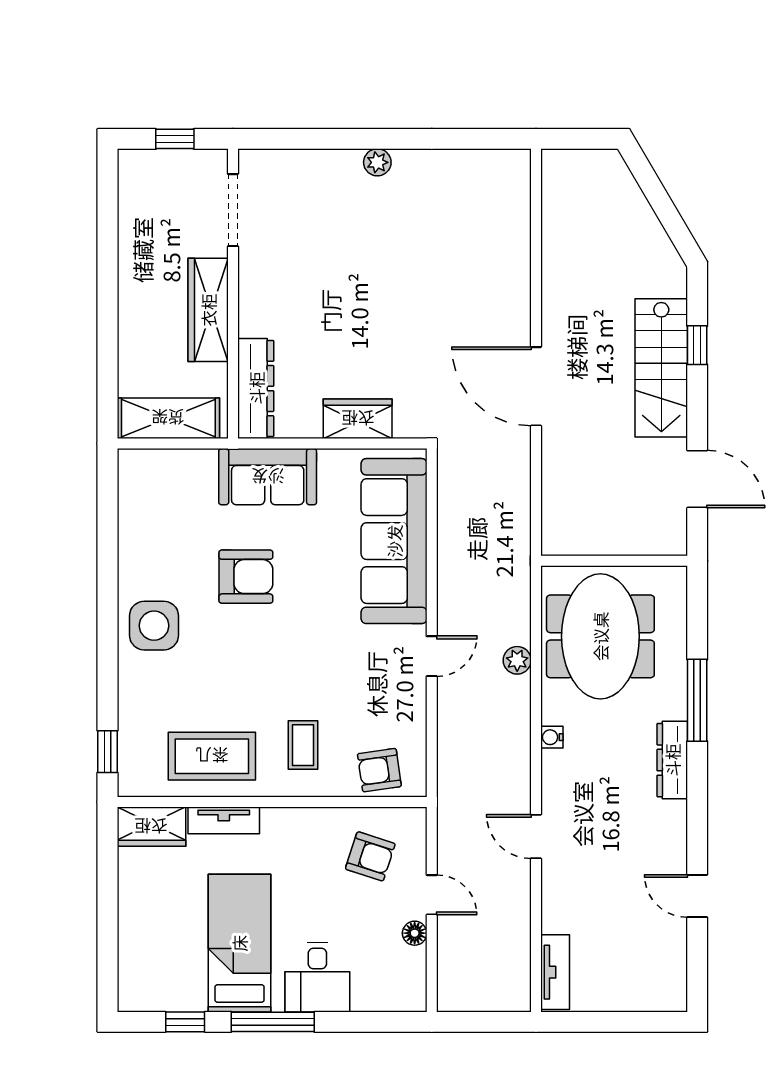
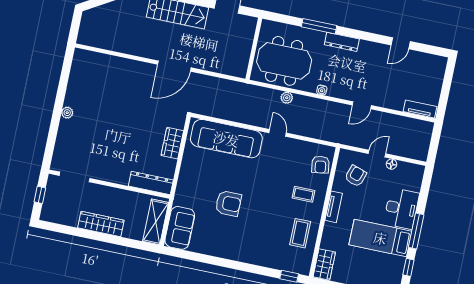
wardrobe: (208, 310) -> (101, 224), moved, turned 180
sofa: (268, 477) -> (180, 228), moved
armchair: (246, 577) -> (228, 203), turned 90
side table: (154, 626) -> (241, 246), removed
coffee table: (212, 756) -> (300, 233), width x0.73, depth x0.76
tv unit: (224, 820) -> (334, 207), moved
desk: (317, 977) -> (401, 208), width x1.37

